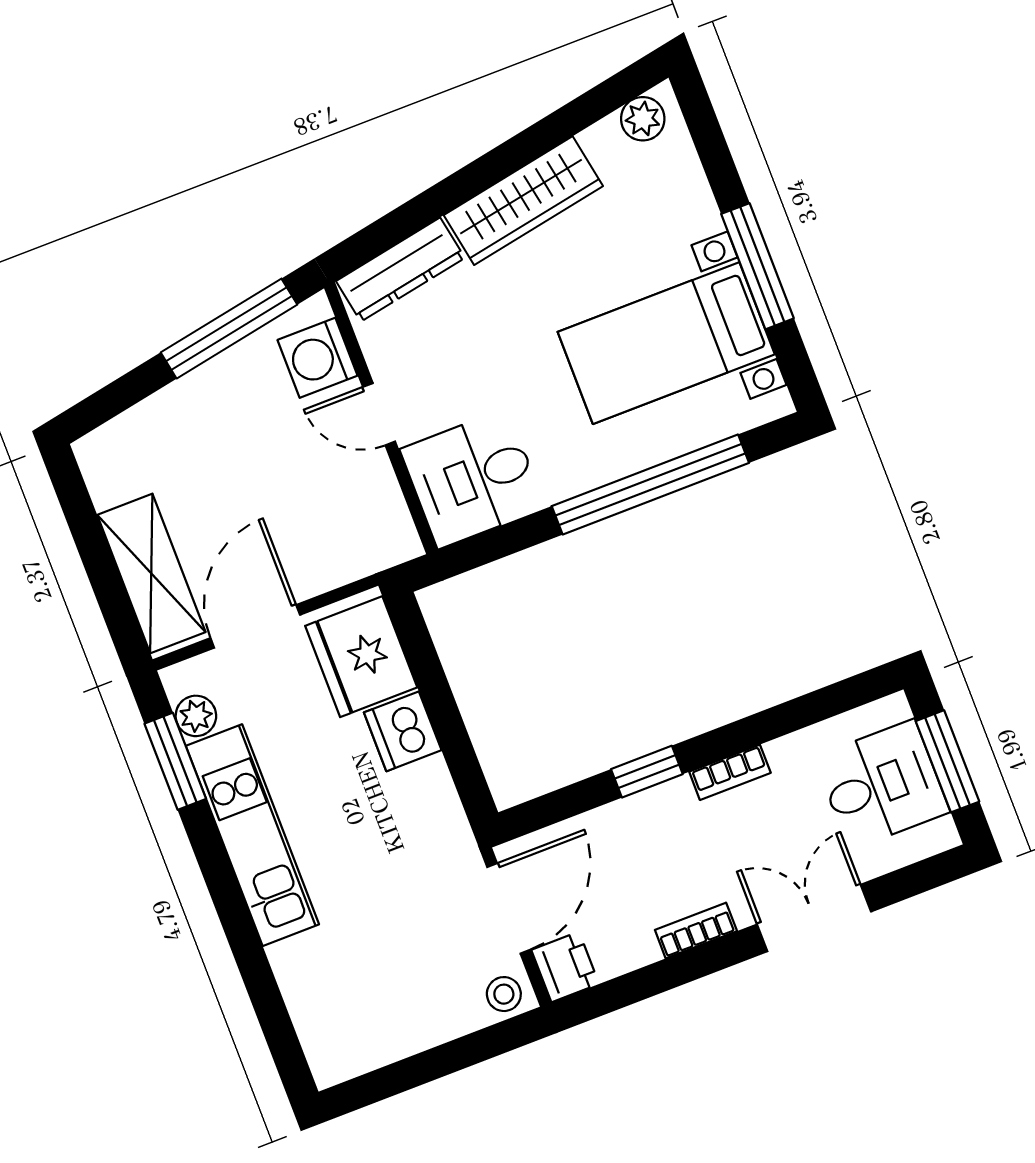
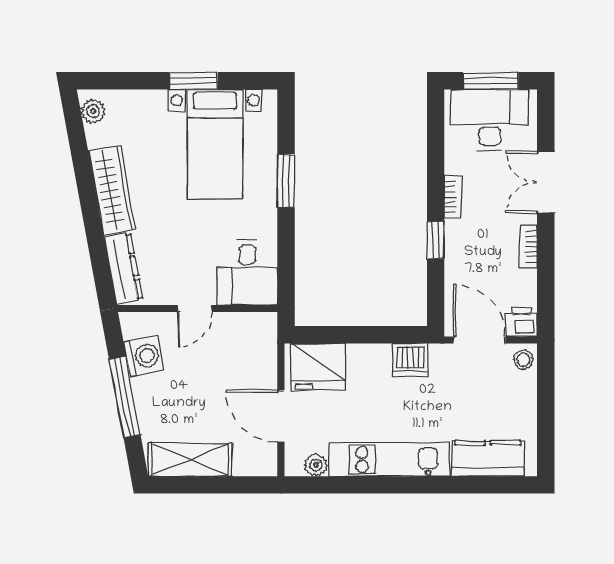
window: (757, 266) -> (193, 81), width x0.69
window: (229, 329) -> (125, 397), moved
washing machine: (318, 358) -> (144, 356), moved, turned -100
window: (650, 484) -> (286, 181), width x0.47
shelving: (151, 573) -> (190, 460), moved
dishwasher: (403, 731) -> (410, 360), moved
window: (175, 761) -> (335, 485), removed
desk: (882, 785) -> (490, 120), width x1.37
kitchen counter: (317, 998) -> (488, 458), added

